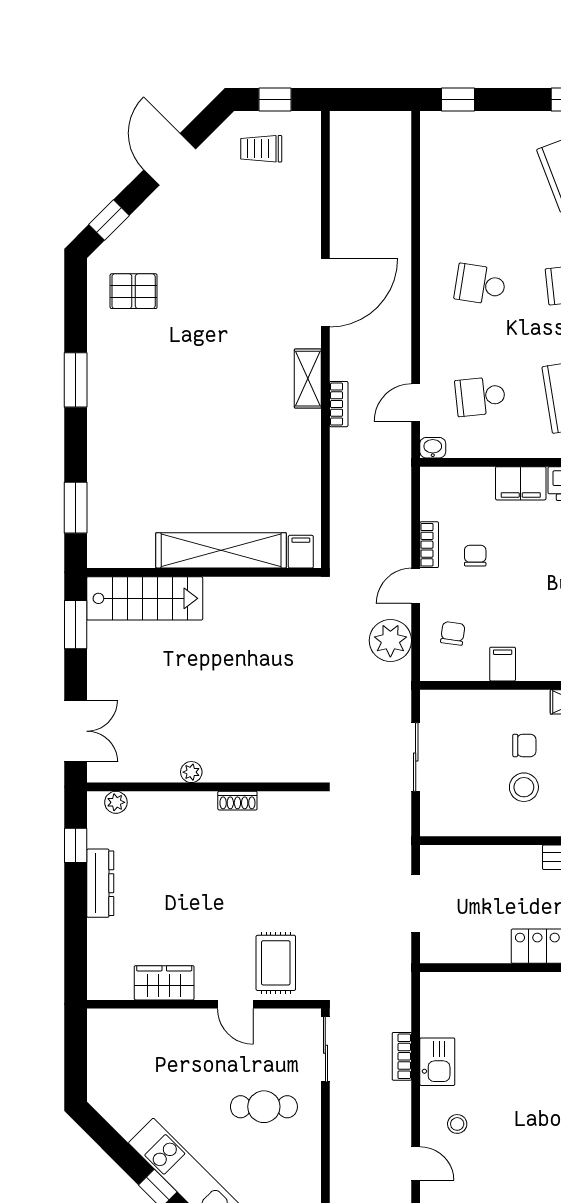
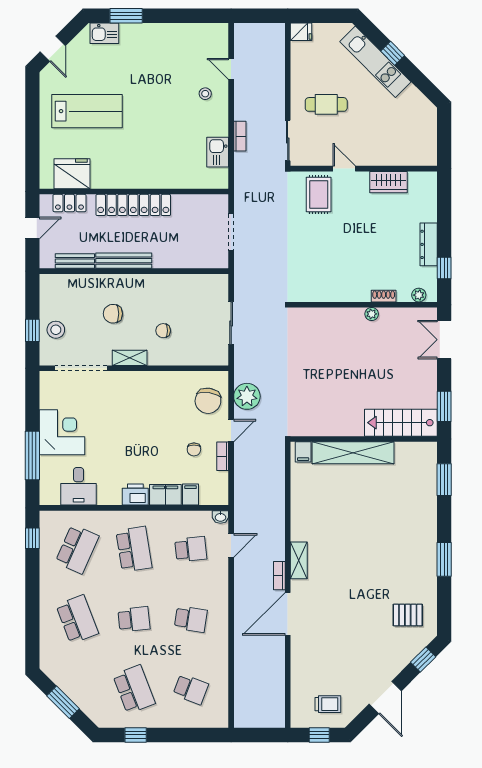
window: (458, 100) -> (205, 735), removed
school desk: (480, 173) -> (191, 689), added
bookcase: (339, 404) -> (279, 576), moved
chair: (453, 633) -> (208, 401), width x1.87, depth x1.87
filing cabinet: (503, 664) -> (191, 495), moved, turned 180
stool: (524, 787) -> (163, 304), removed
shoe rack: (237, 801) -> (384, 296), moved
kitchen sink: (437, 1062) -> (218, 152), moved

